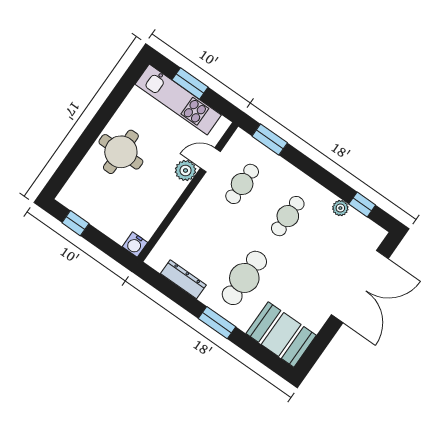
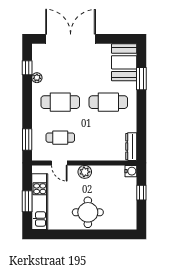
plant: (186, 170) -> (85, 172), moved
cafe table: (288, 216) -> (60, 102), width x1.37, depth x1.35
window: (75, 223) -> (141, 193), moved
dresser: (183, 279) -> (131, 147), moved
window: (217, 323) -> (141, 79), moved

